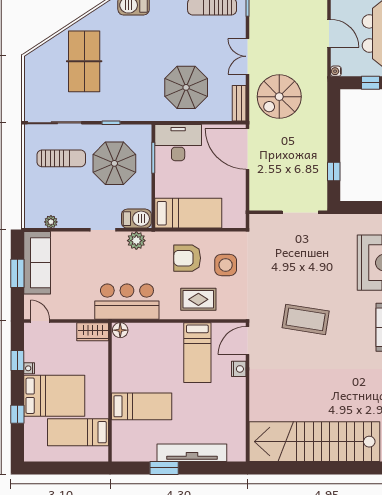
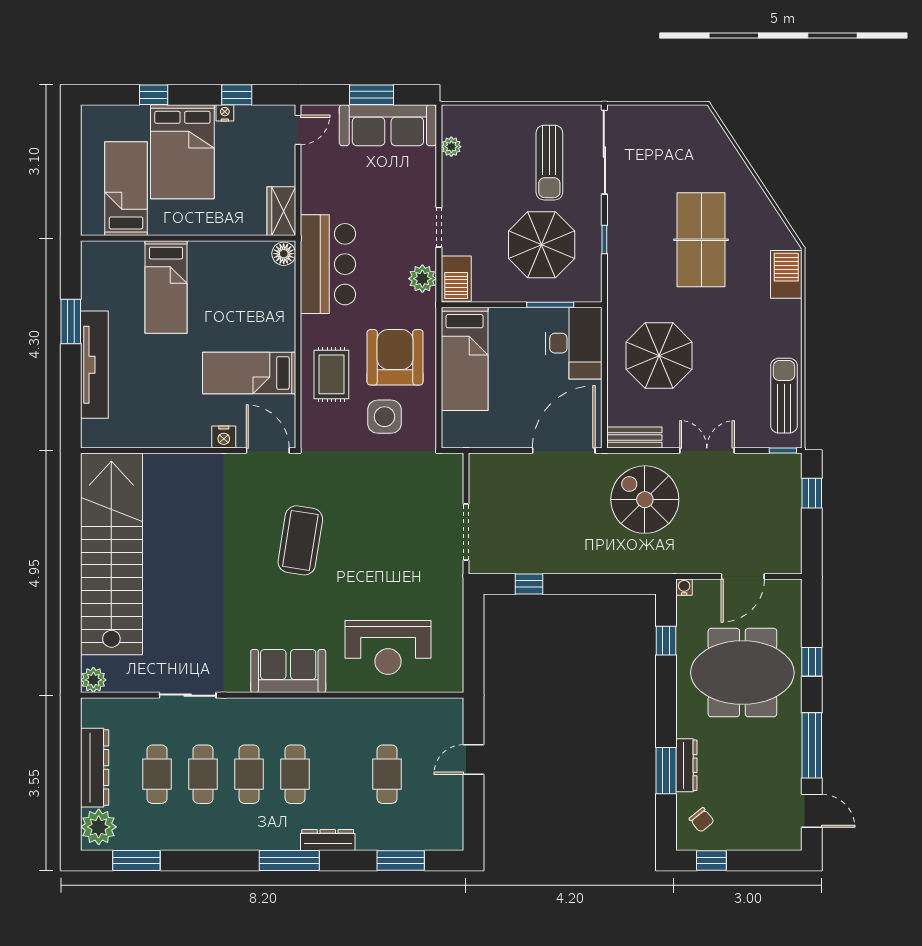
table tennis table: (84, 61) -> (701, 240), moved, turned 90
armchair: (187, 258) -> (395, 357), width x1.36, depth x1.36

